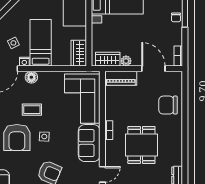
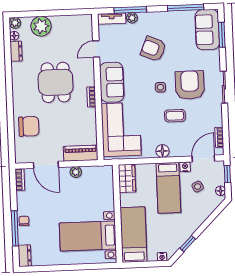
wardrobe: (108, 59) -> (95, 173), removed
floor lamp: (31, 77) -> (162, 151), moved

